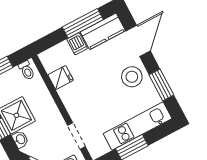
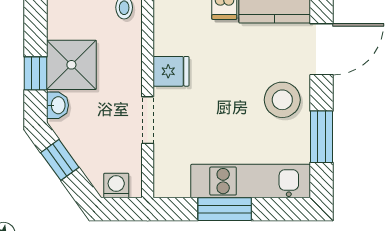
fridge: (61, 78) -> (171, 71), moved
doorway: (76, 136) -> (148, 120), moved

